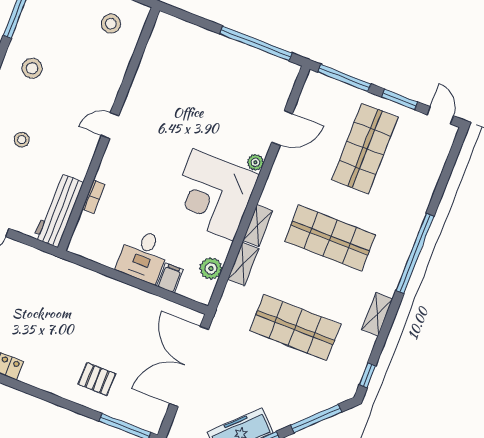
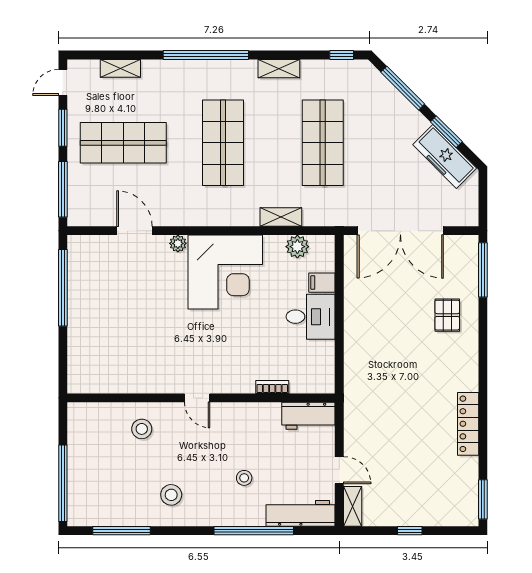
stool: (111, 24) -> (142, 429), moved
workbench: (58, 210) -> (308, 416), width x0.73
shelving: (258, 226) -> (120, 68), moved

